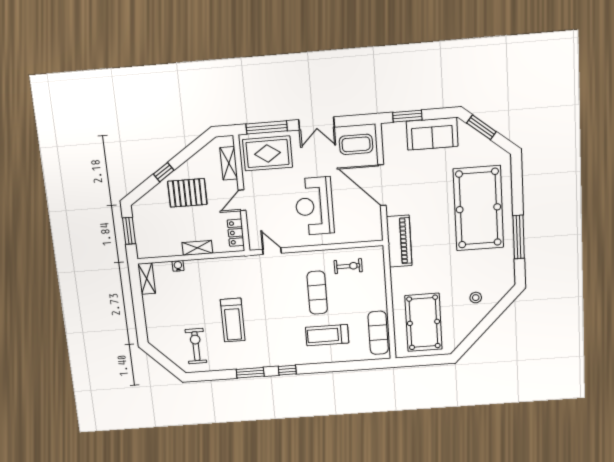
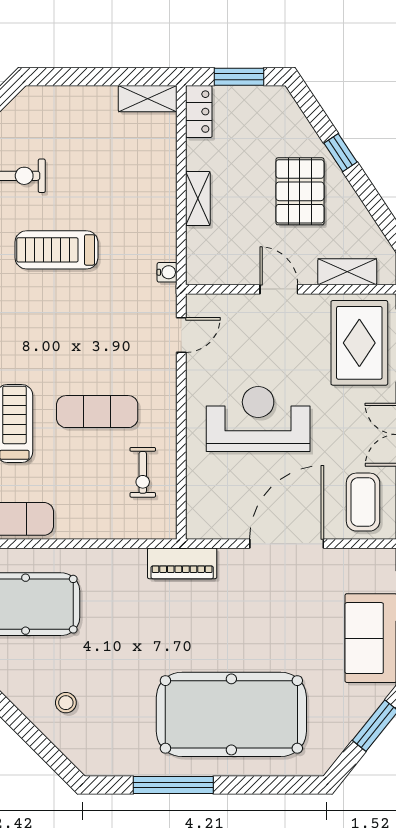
locker: (236, 233) -> (199, 112), moved, turned 90
piano: (399, 241) -> (182, 563), width x0.73, depth x0.75
water cooler: (178, 266) -> (167, 272), moved

